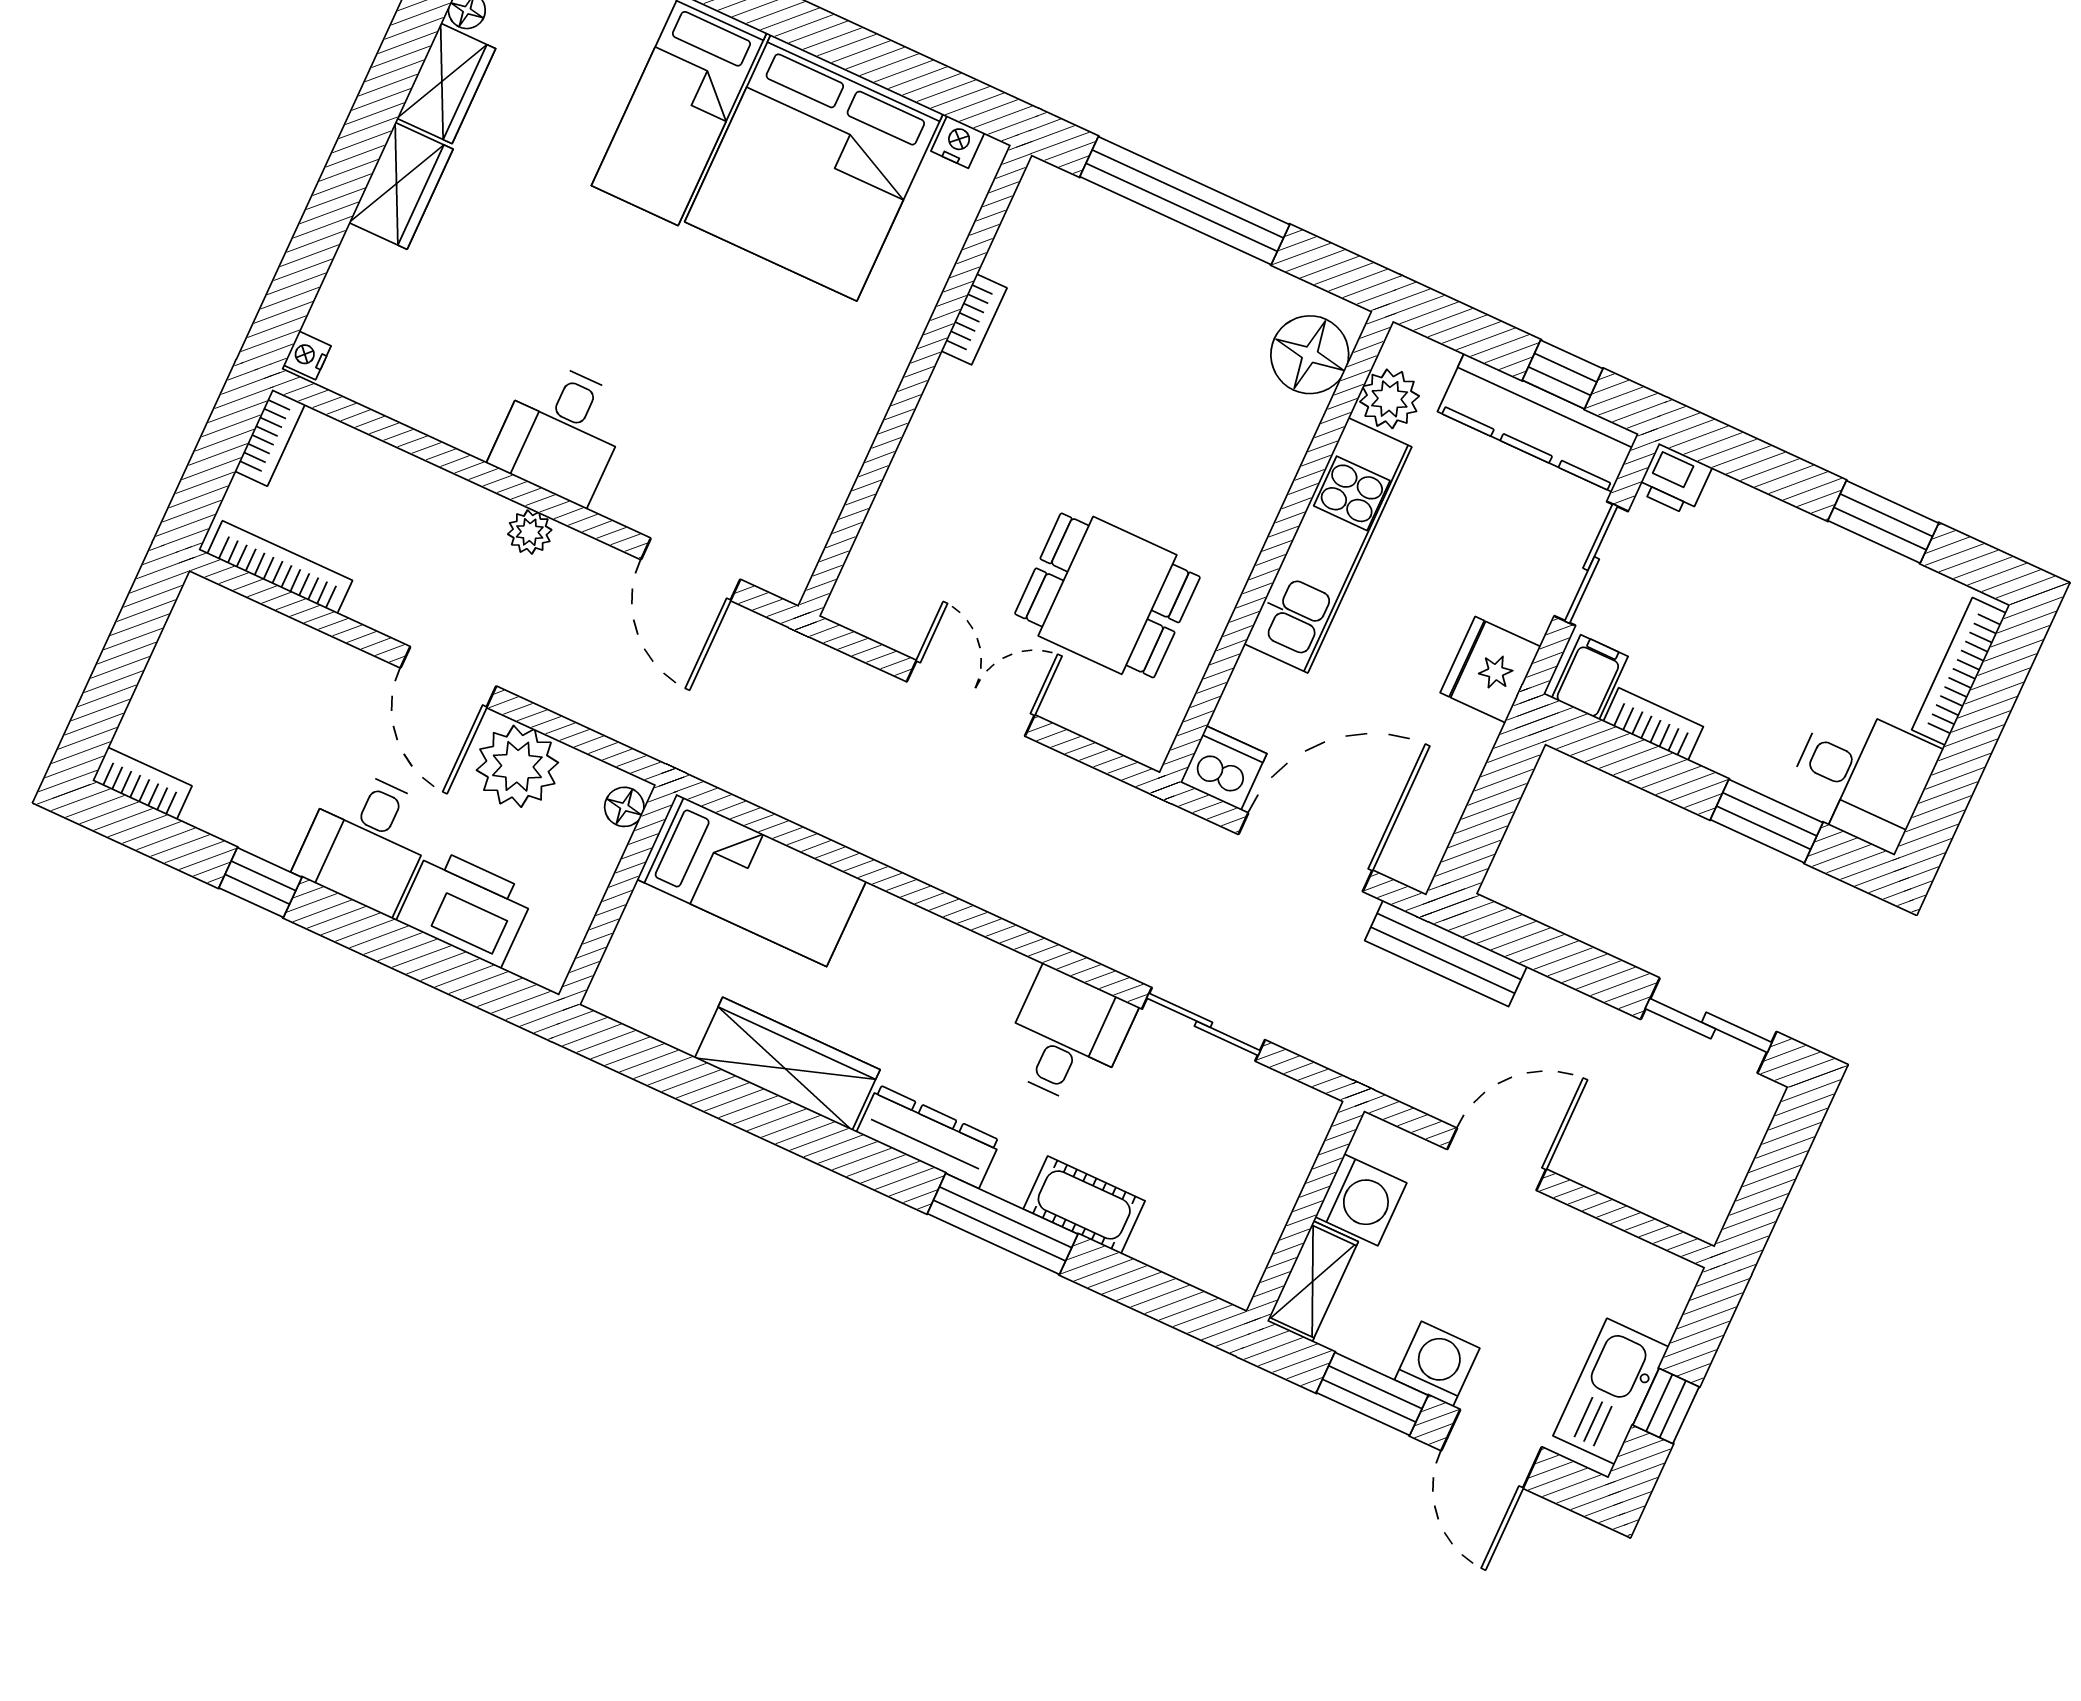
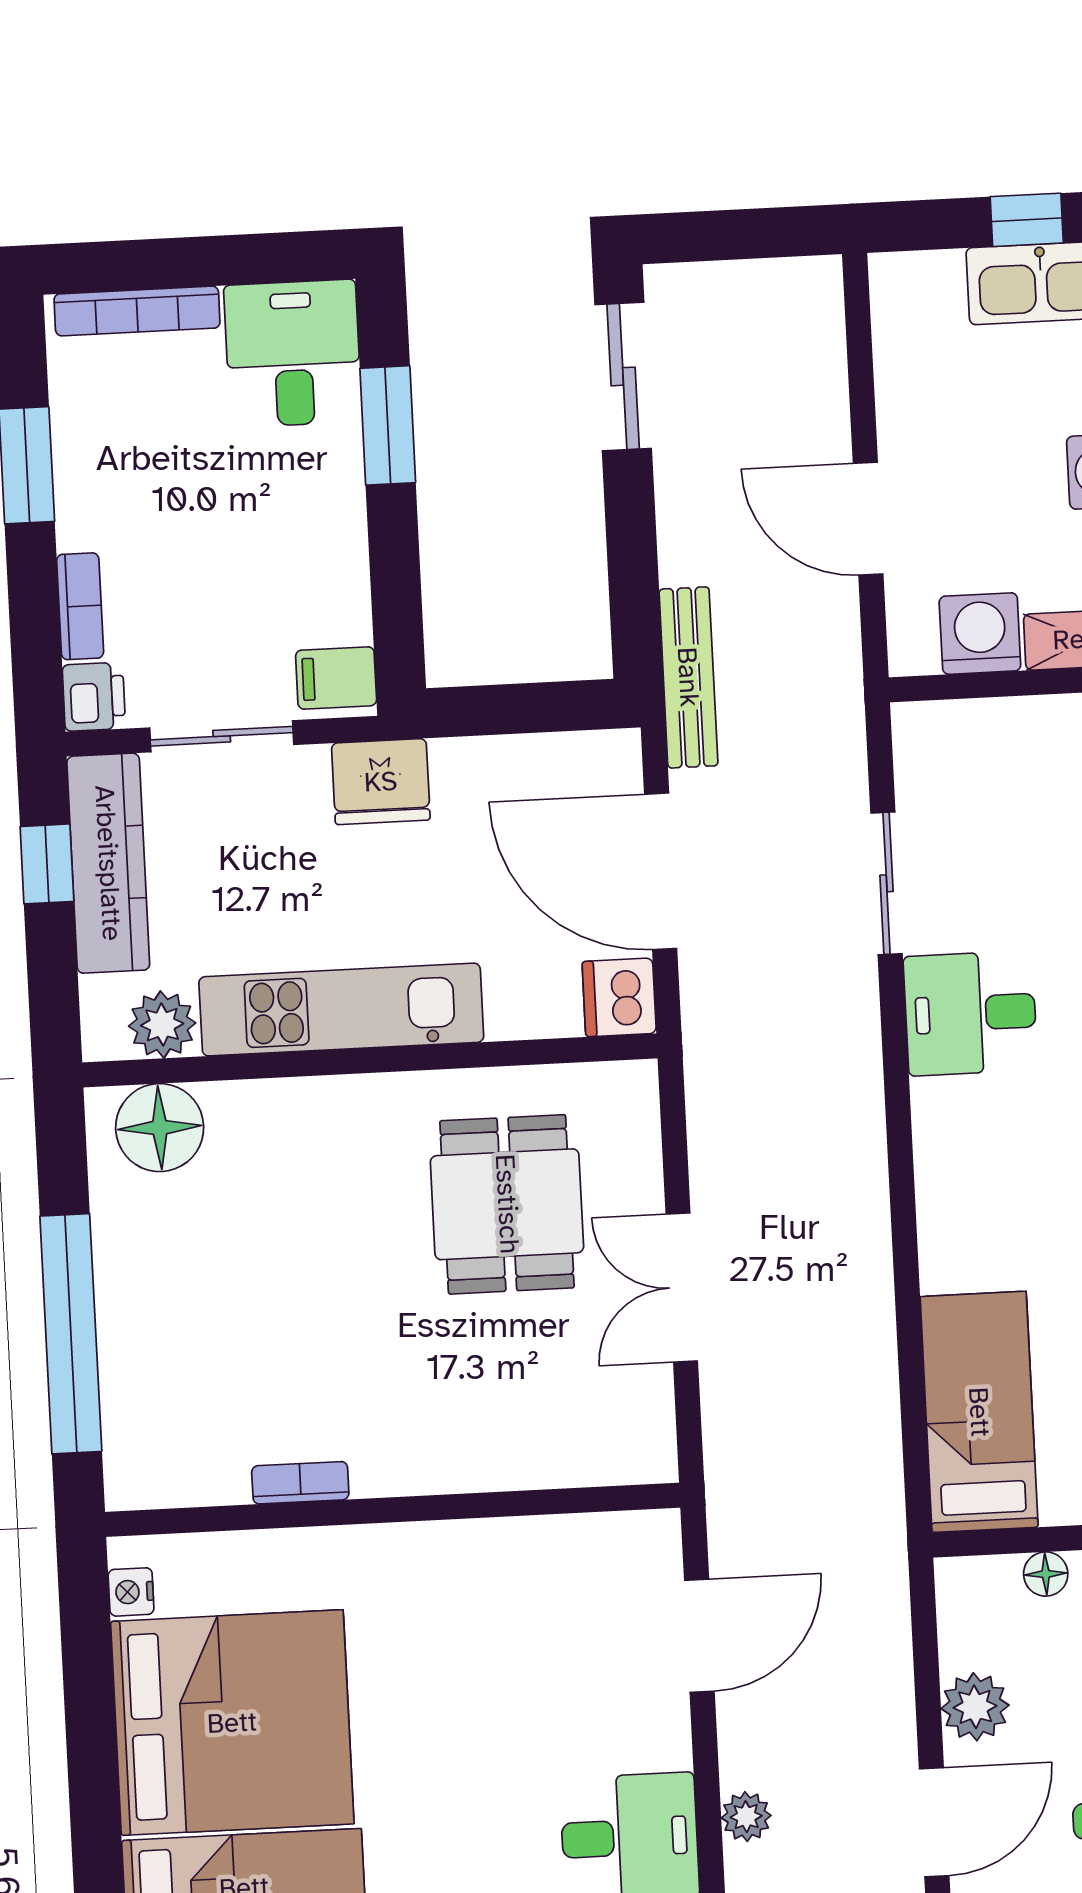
bookcase: (1653, 724) -> (80, 606), moved, turned 180
plant: (517, 766) -> (975, 1707), width x0.73, depth x0.73
floor lamp: (624, 807) -> (1046, 1574), moved

